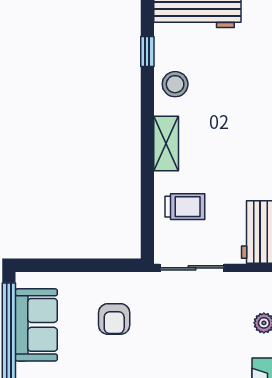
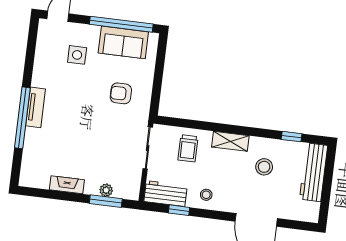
stool: (175, 84) -> (264, 167), moved
stool: (252, 170) -> (206, 195), added

